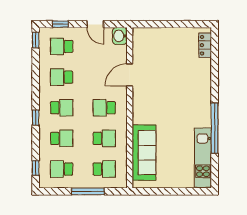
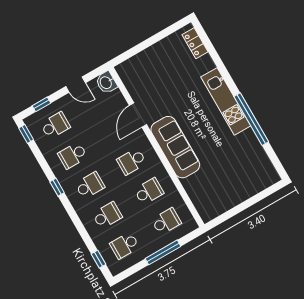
school desk: (62, 46) -> (55, 125), turned 180
window: (36, 118) -> (57, 187), moved
sofa: (144, 153) -> (175, 147), moved
kitchen unit: (203, 158) -> (226, 101), moved

